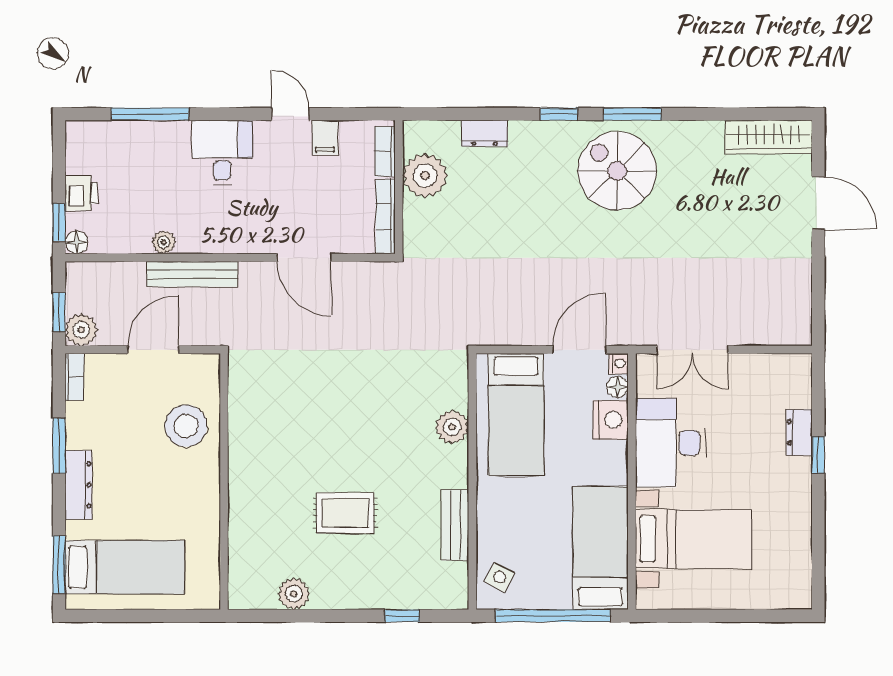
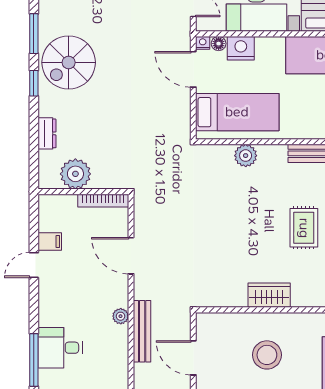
bookcase: (385, 151) -> (59, 201), removed
desk: (222, 153) -> (60, 348), moved
spiral stairs: (617, 171) -> (69, 62), moved
plant: (164, 242) -> (121, 316), moved
door: (304, 258) -> (131, 256), swing flipped
stool: (186, 426) -> (267, 355), moved
wardrobe: (246, 462) -> (269, 295), added

